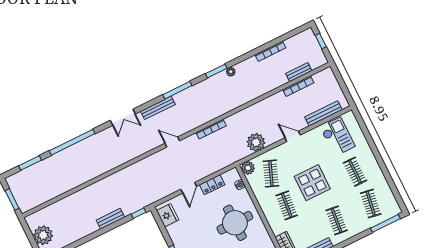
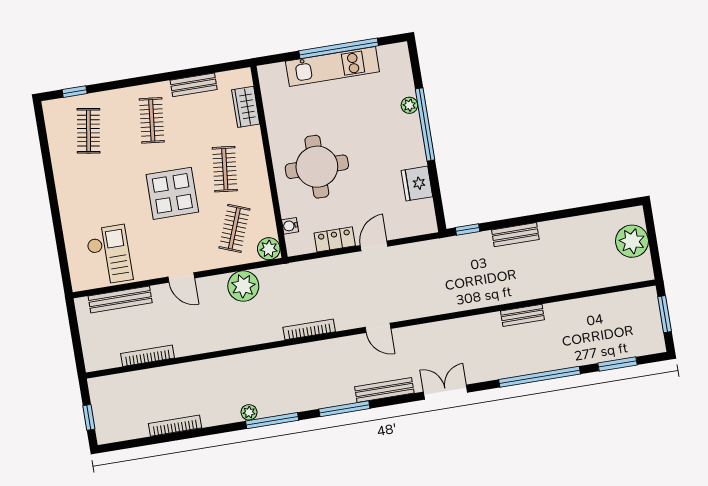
window: (216, 71) -> (272, 421), width x1.44
bench: (299, 72) -> (522, 315), moved
checkout: (337, 137) -> (109, 255), turned 180
clothes rail: (355, 172) -> (98, 190), removed
fridge: (168, 215) -> (417, 184), moved
window: (385, 223) -> (75, 92), width x0.46

